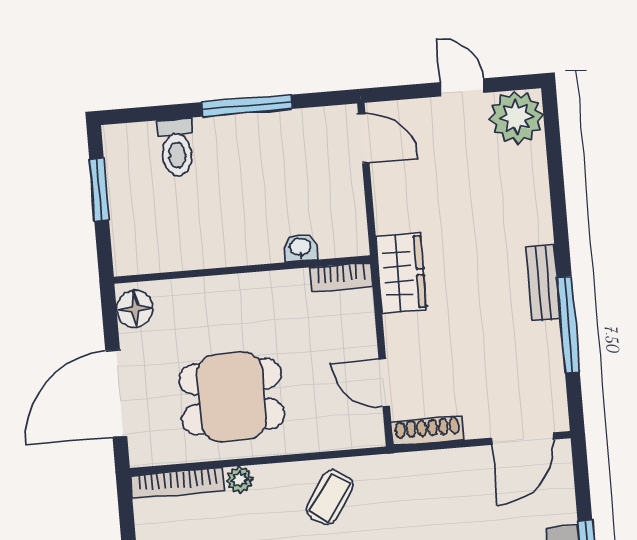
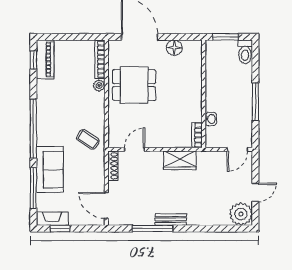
toilet: (177, 147) -> (245, 52), moved, turned -90
washbasin: (300, 248) -> (211, 119), moved
wall: (242, 270) -> (204, 94), moved
bookcase: (341, 277) -> (197, 135), moved
dining table: (232, 397) -> (134, 85), turned 90
coffee table: (330, 497) -> (88, 139), moved

